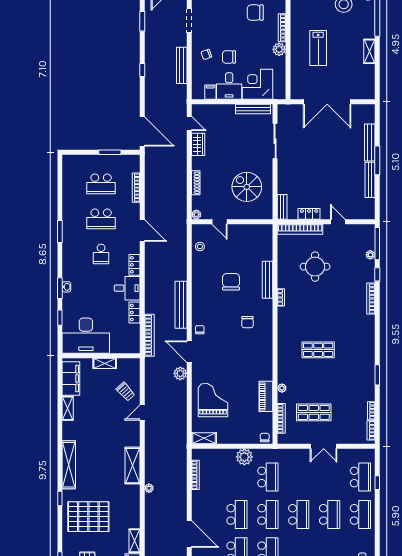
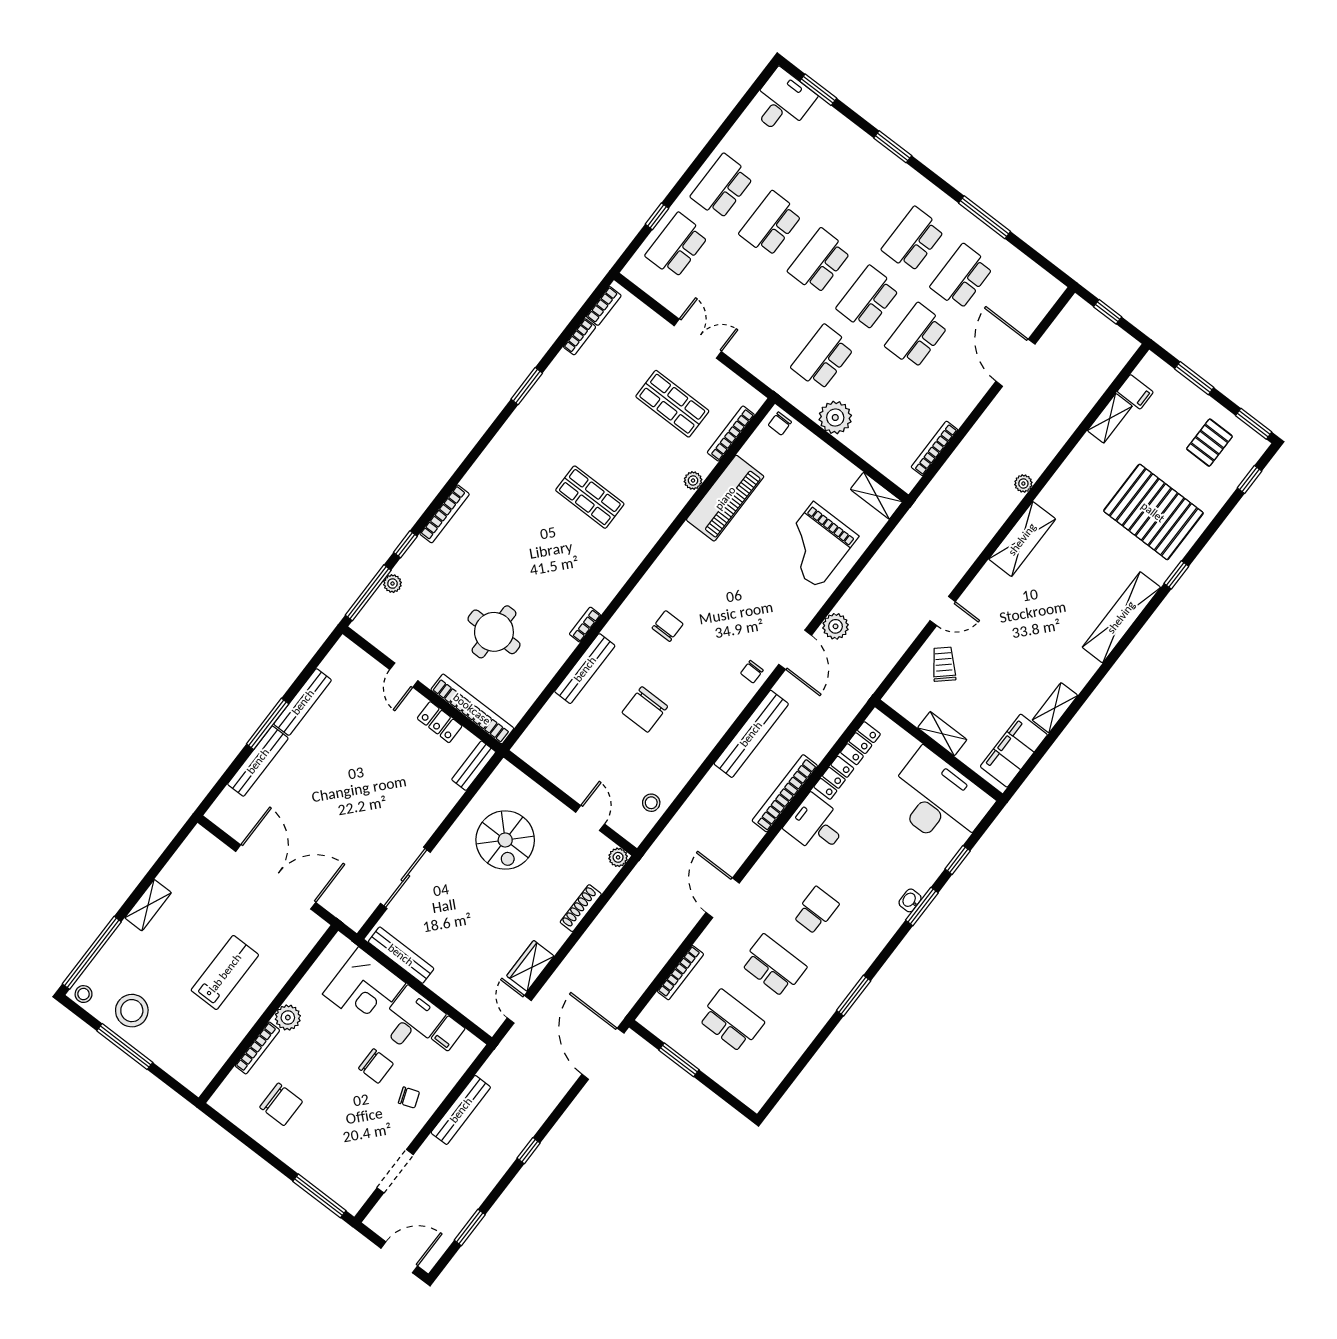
locker: (135, 265) -> (860, 743), moved
bookcase: (149, 335) -> (785, 793), moved
piano: (266, 396) -> (725, 498), width x1.37, depth x1.33

